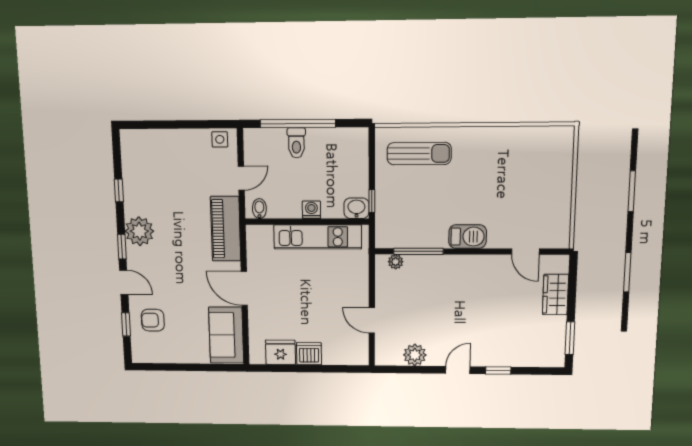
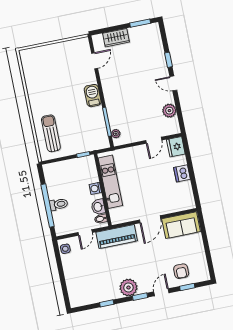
door: (241, 178) -> (85, 232), swing flipped
washbasin: (356, 208) -> (98, 207), moved
fridge: (280, 352) -> (176, 147), moved

